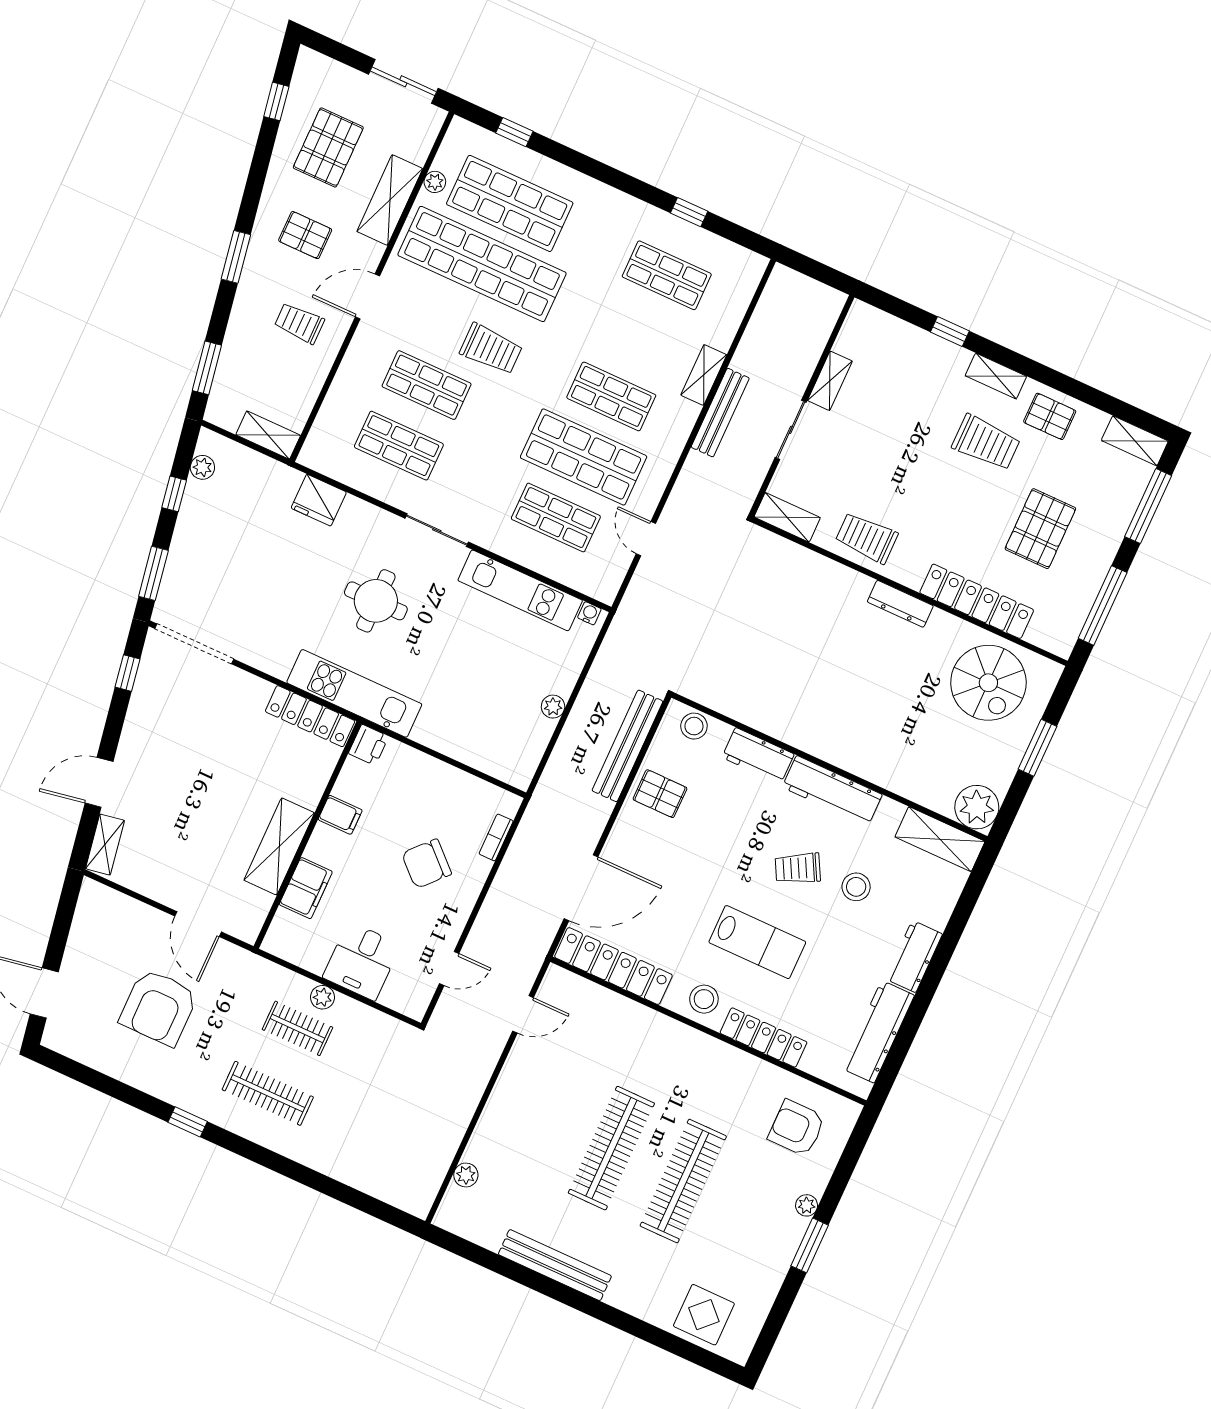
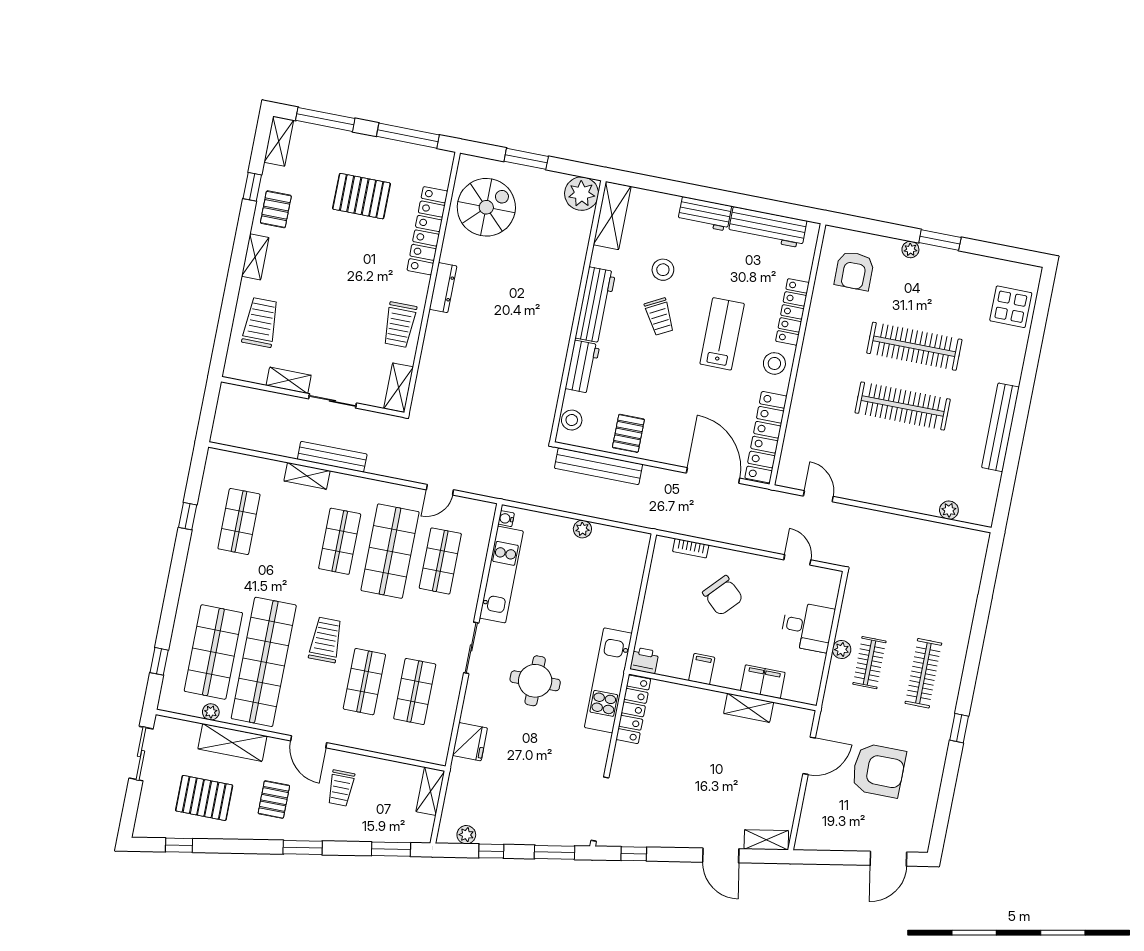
window: (950, 331) -> (252, 187), moved
trolley: (986, 443) -> (261, 322), moved
shelving: (279, 846) -> (749, 708), width x0.67, depth x0.75

